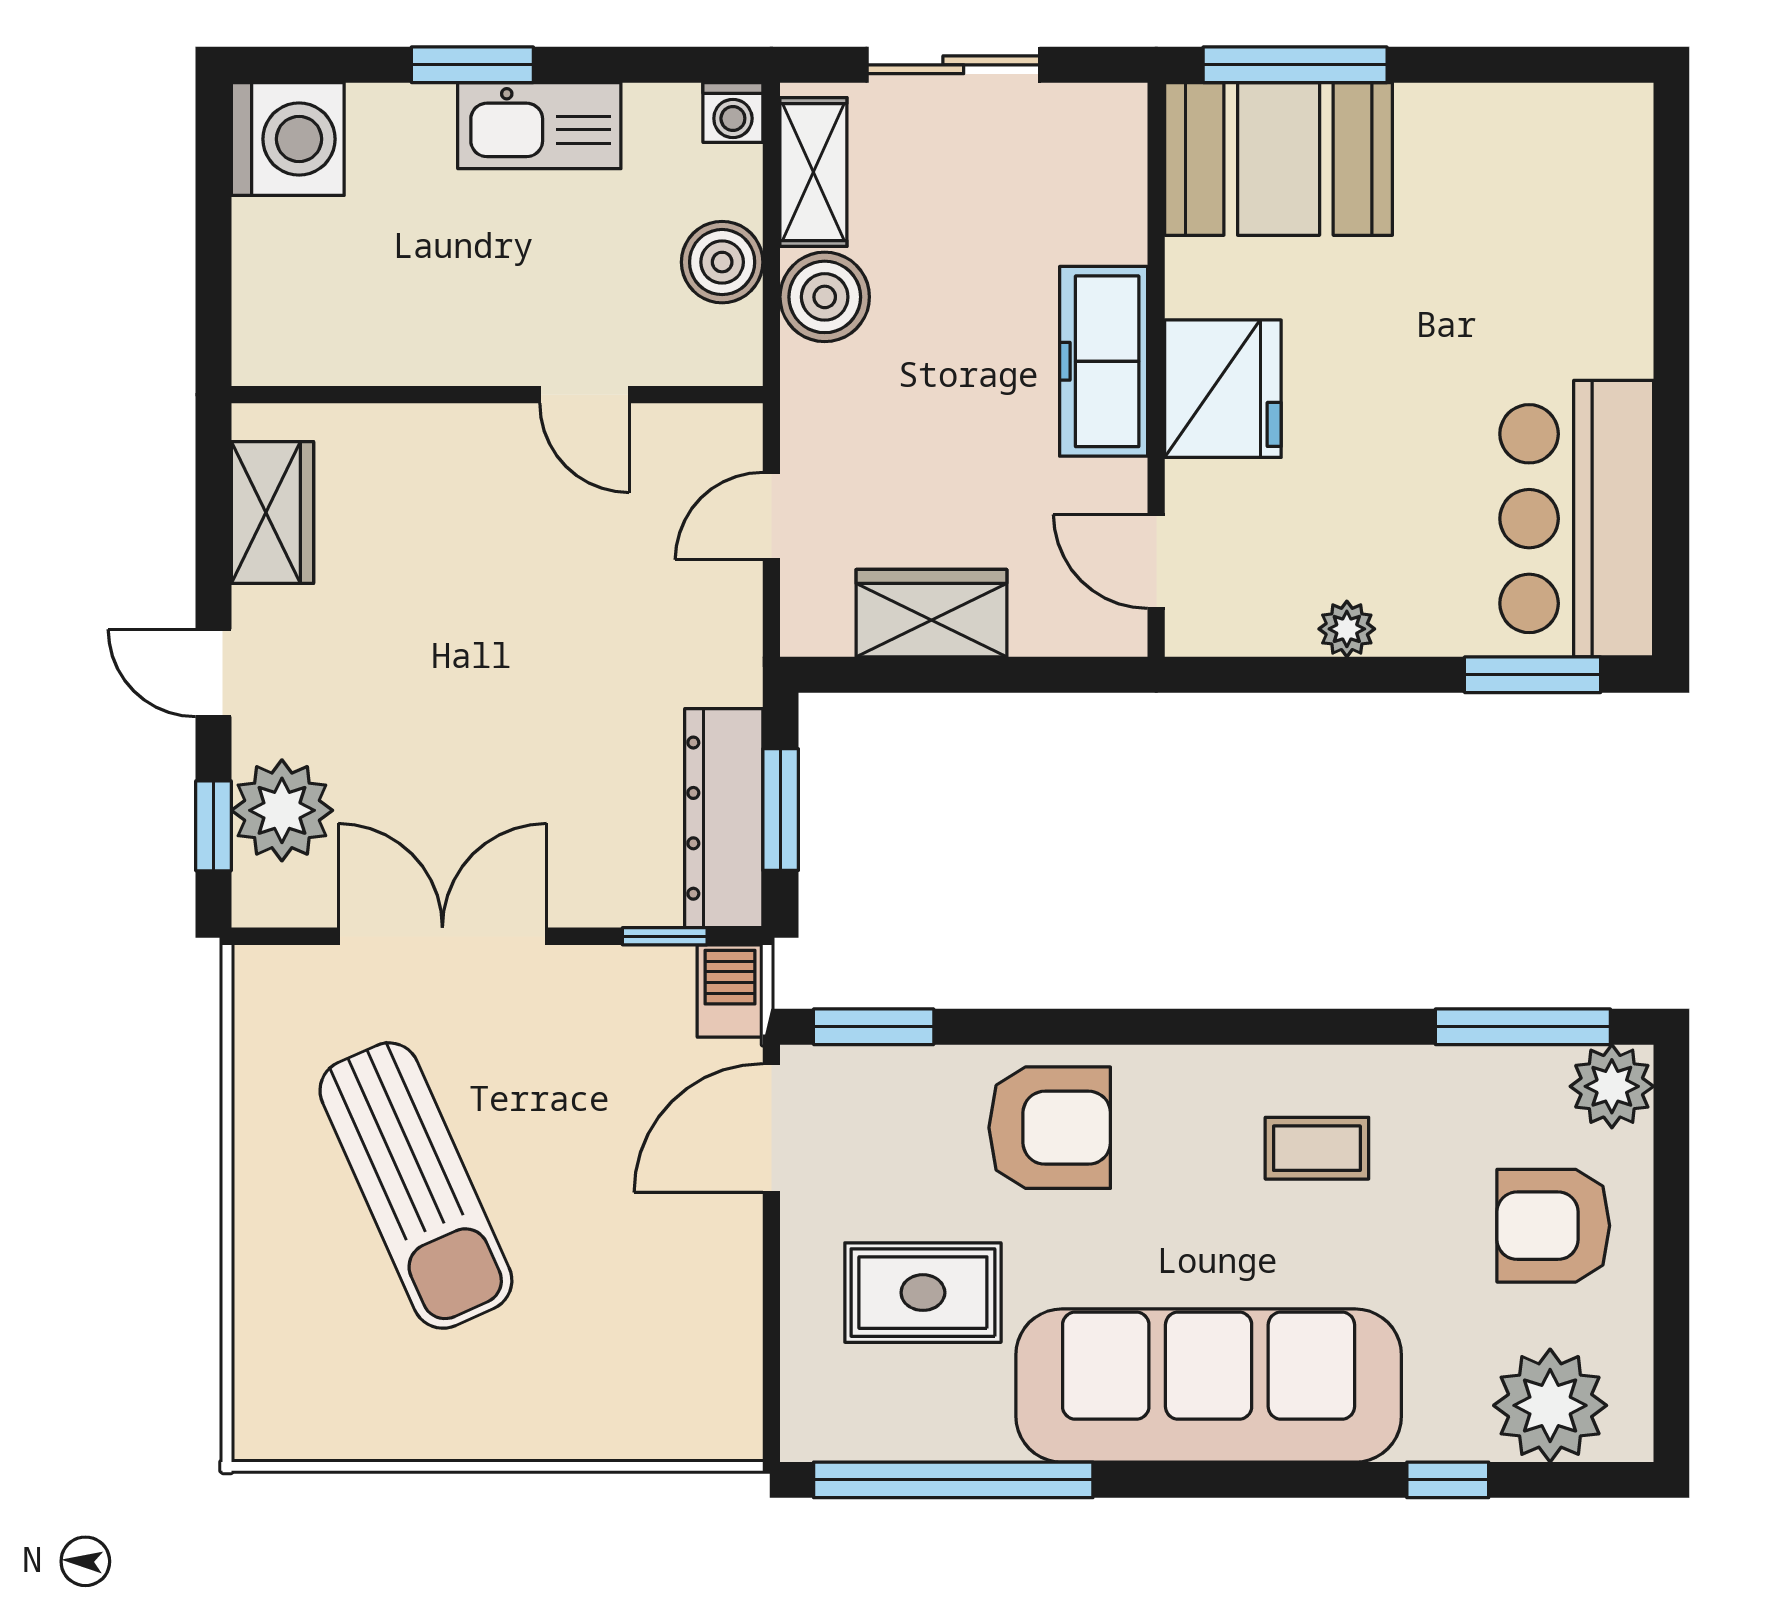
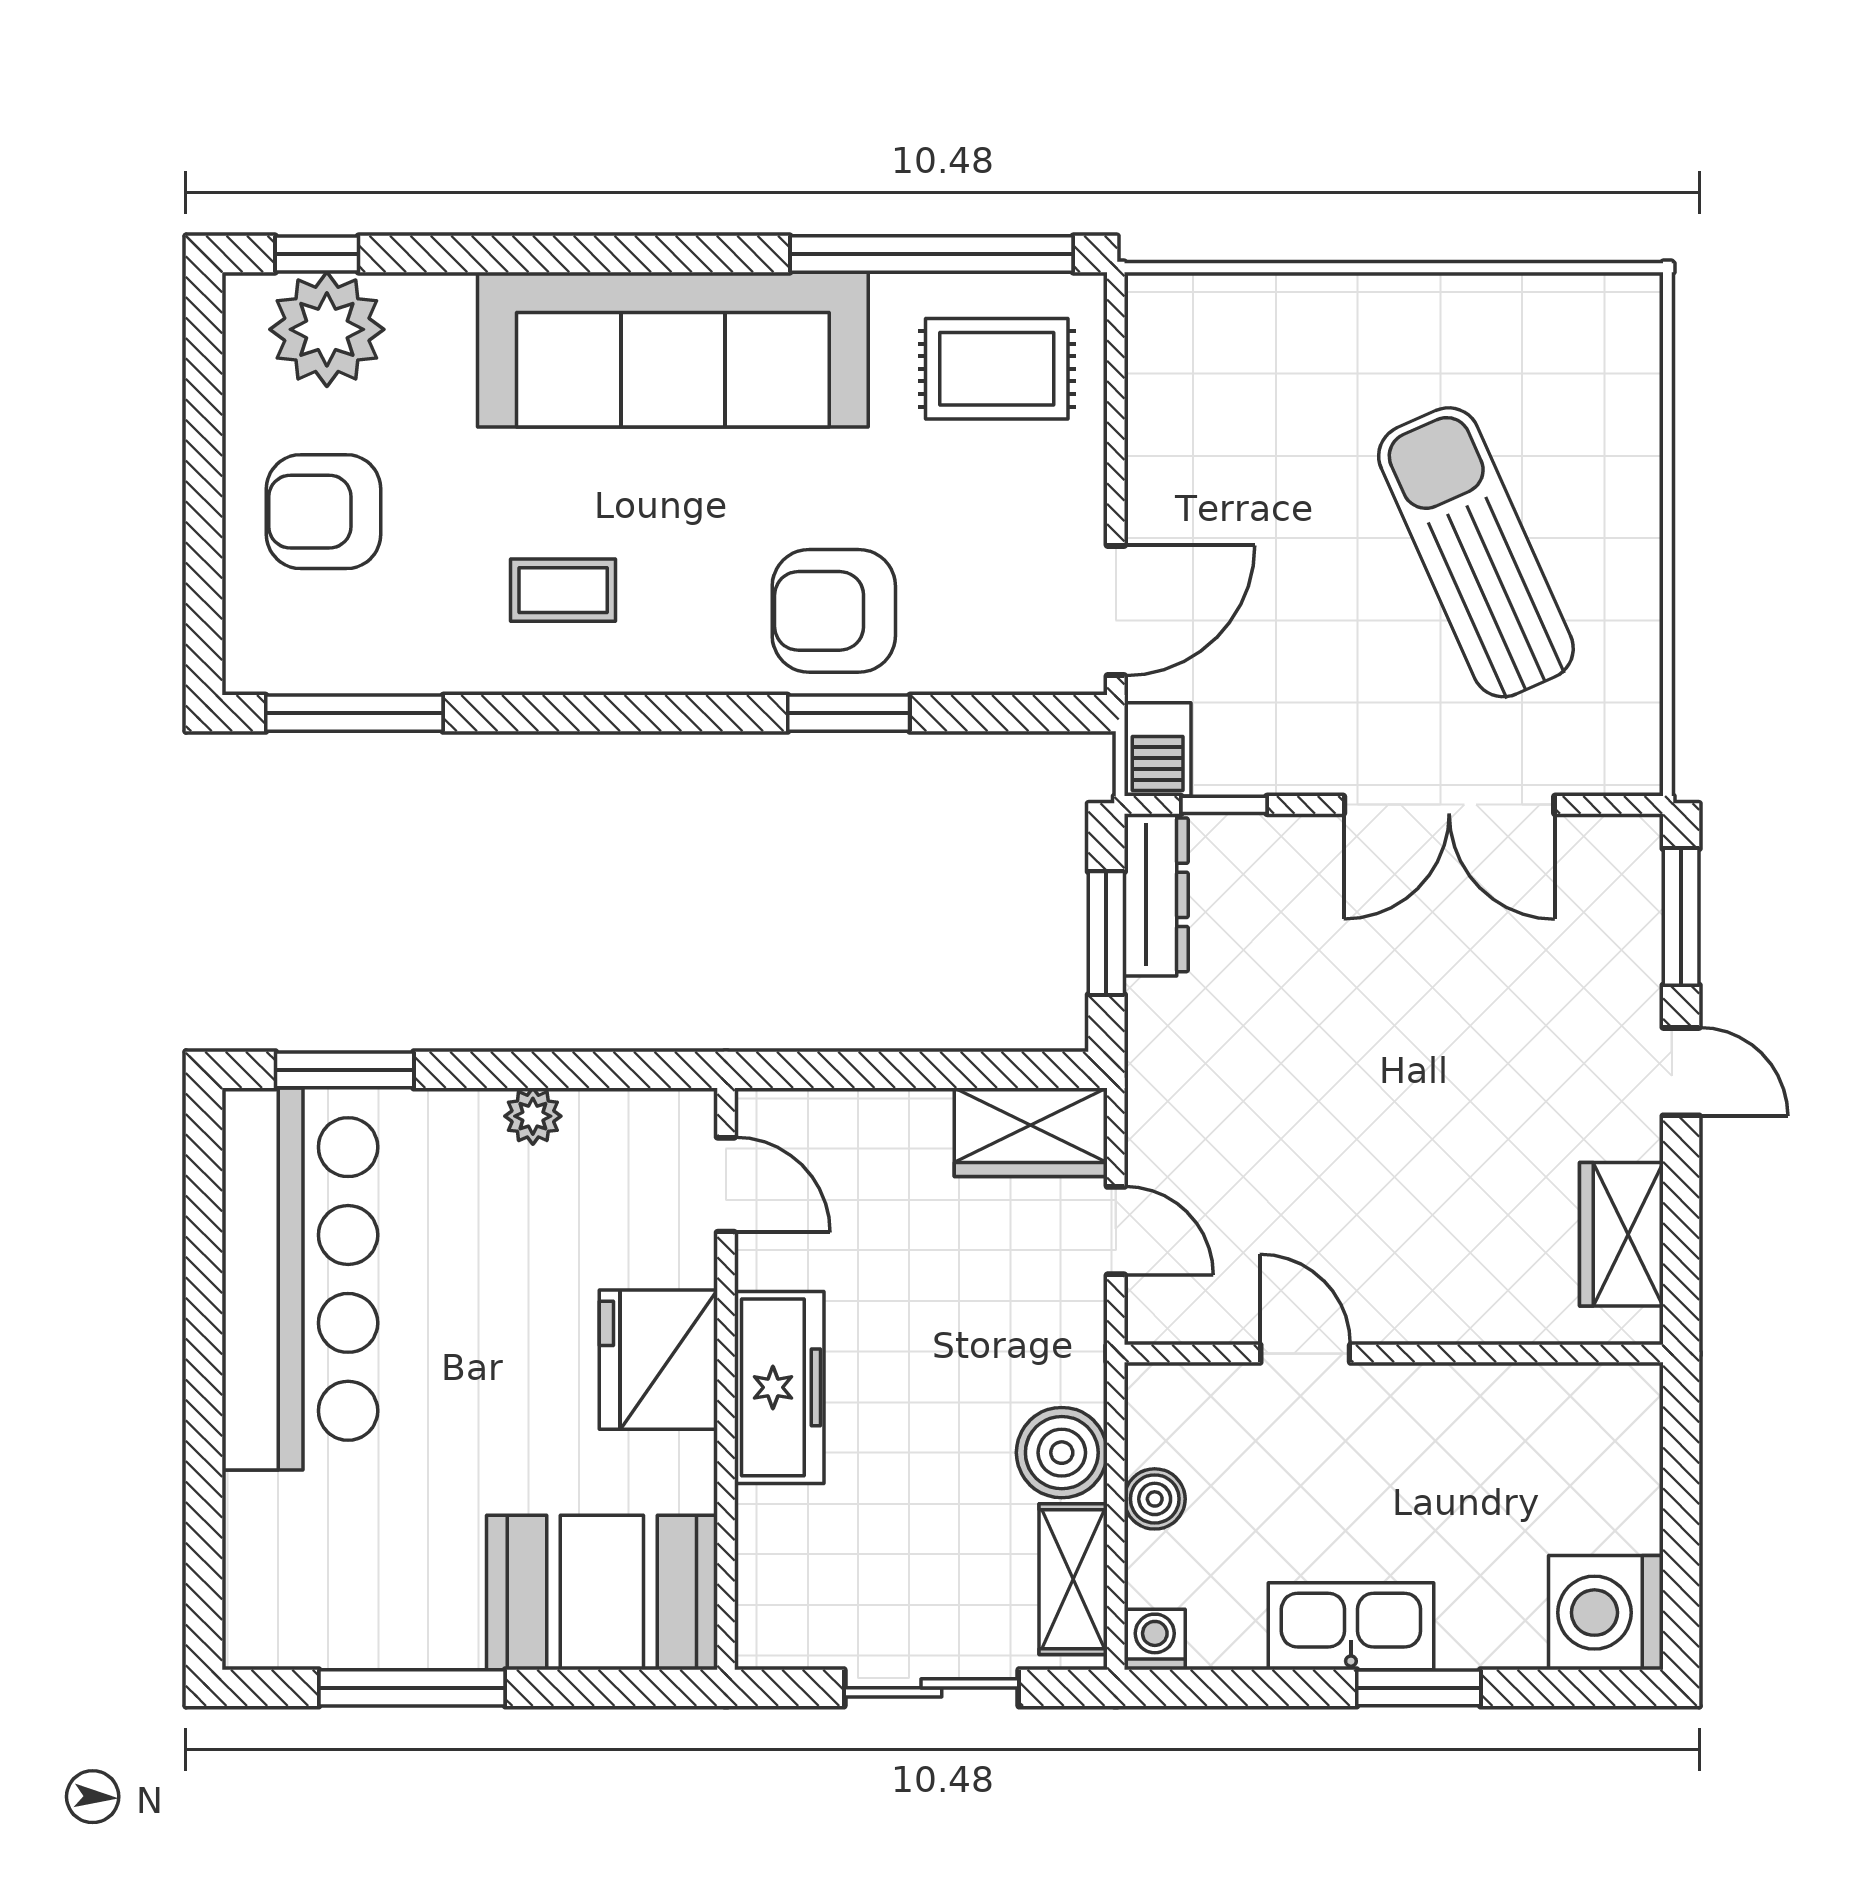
window: (1295, 65) -> (412, 1688), moved
boiler: (722, 262) -> (1155, 1499), width x0.73, depth x0.73
door: (771, 516) -> (1116, 1231), hinge flipped
bar counter: (1577, 519) -> (300, 1279), width x1.36
wardrobe: (931, 613) -> (1031, 1132), moved
plant: (282, 810) -> (1612, 932), removed
dresser: (724, 818) -> (1156, 895), width x0.73, depth x0.80
window: (213, 826) -> (1681, 917), width x1.50
window: (874, 1027) -> (849, 713), moved
plant: (1612, 1086) -> (264, 653), removed
armchair: (1553, 1226) -> (324, 512), turned 180
rug: (923, 1293) -> (997, 369), moved
window: (1448, 1480) -> (317, 254), moved

